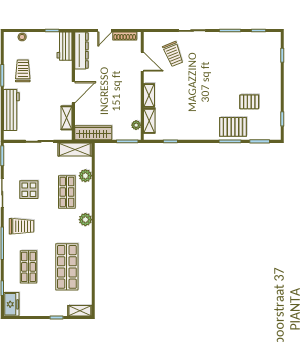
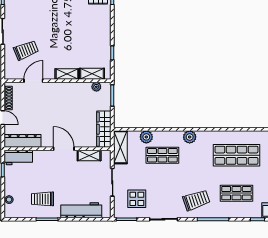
display table: (29, 190) -> (137, 199), moved
trolley: (22, 226) -> (196, 200), turned 71

